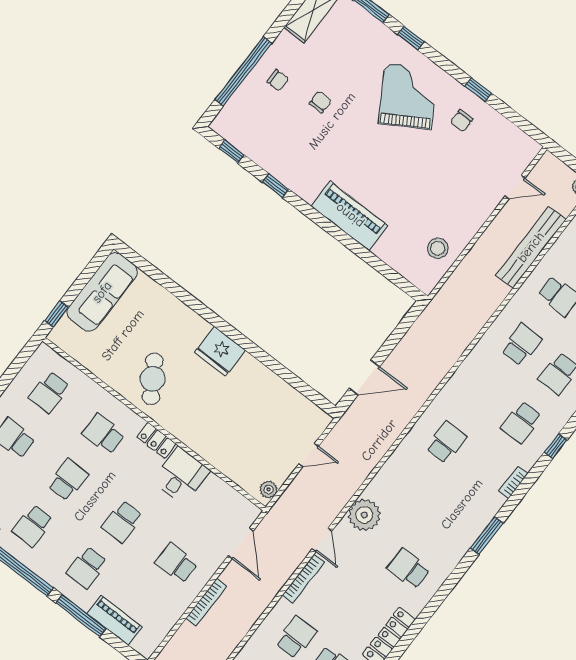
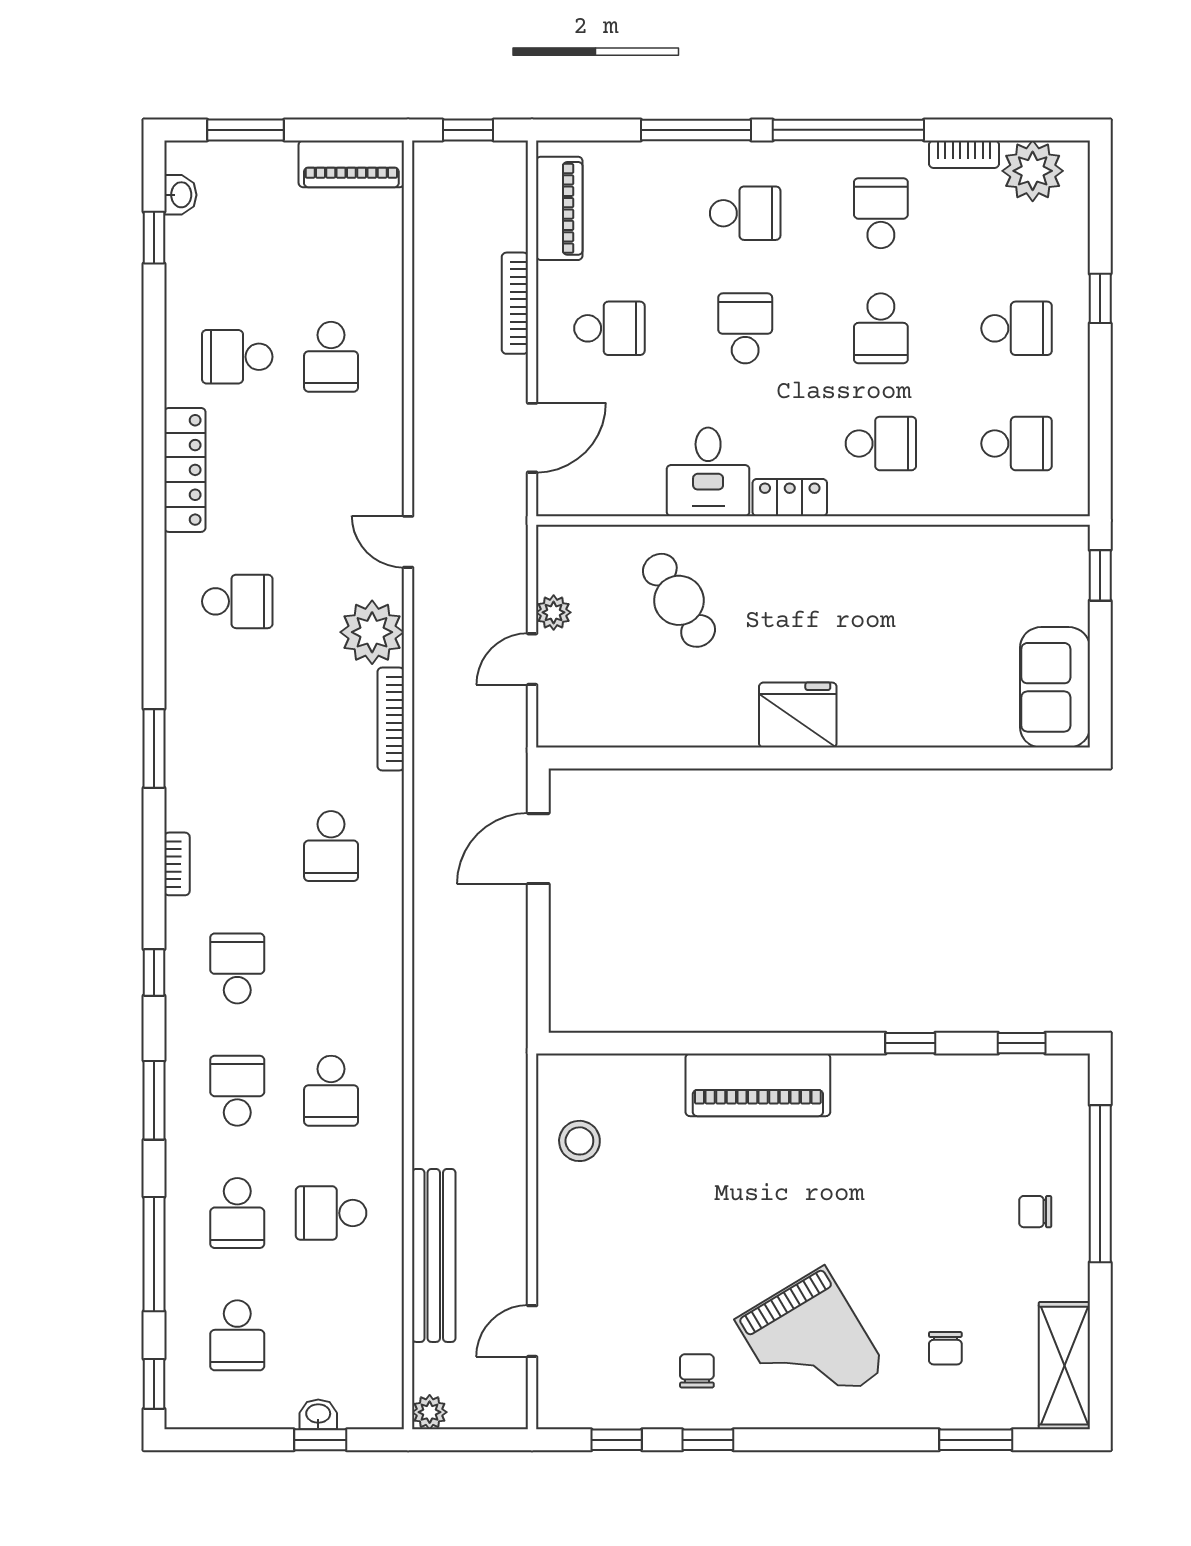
window: (411, 38) -> (617, 1440), moved
chair: (320, 102) -> (945, 1348), moved
sofa: (102, 292) -> (1055, 687), width x0.73
cafe table: (153, 379) -> (679, 600), moved
school desk: (49, 392) -> (1017, 443), turned 90
plant: (269, 489) -> (554, 612), moved
door: (241, 543) -> (532, 438), swing flipped
school desk: (87, 567) -> (745, 213), turned 90
bookcase: (303, 579) -> (391, 719), moved
piano: (114, 620) -> (559, 208), moved, turned -90

